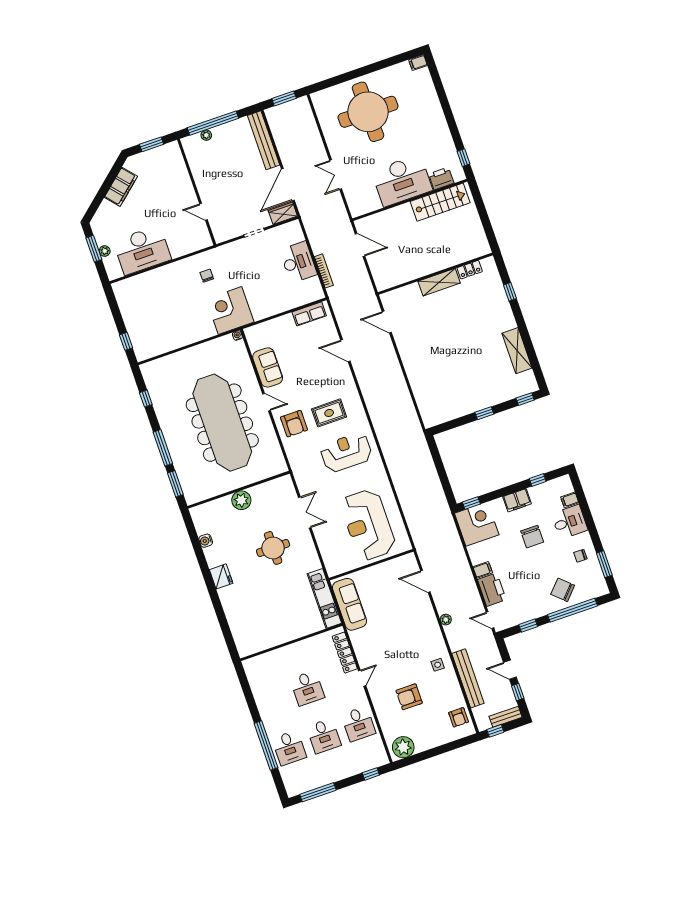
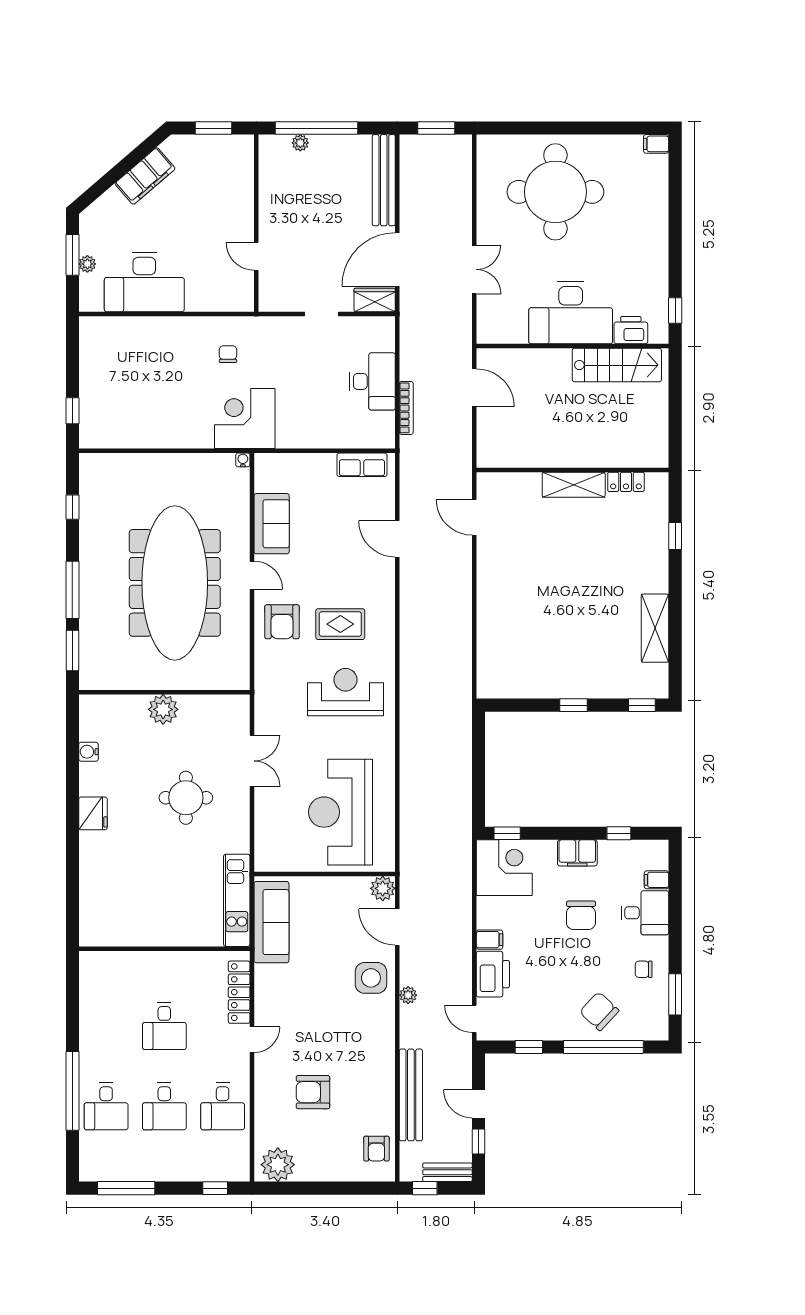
double door: (336, 175) -> (474, 269), swing flipped
plant: (409, 561) -> (383, 888), added
side table: (438, 665) -> (371, 978), moved, width x1.87, depth x1.87

